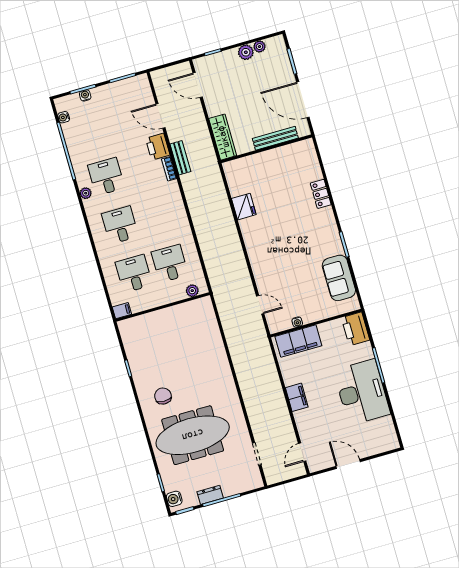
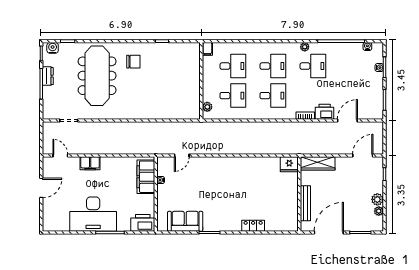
bench: (180, 158) -> (311, 127), removed
fridge: (244, 207) -> (289, 164), moved
desk: (156, 215) -> (273, 96), added
filing cabinet: (297, 397) -> (90, 163), moved

